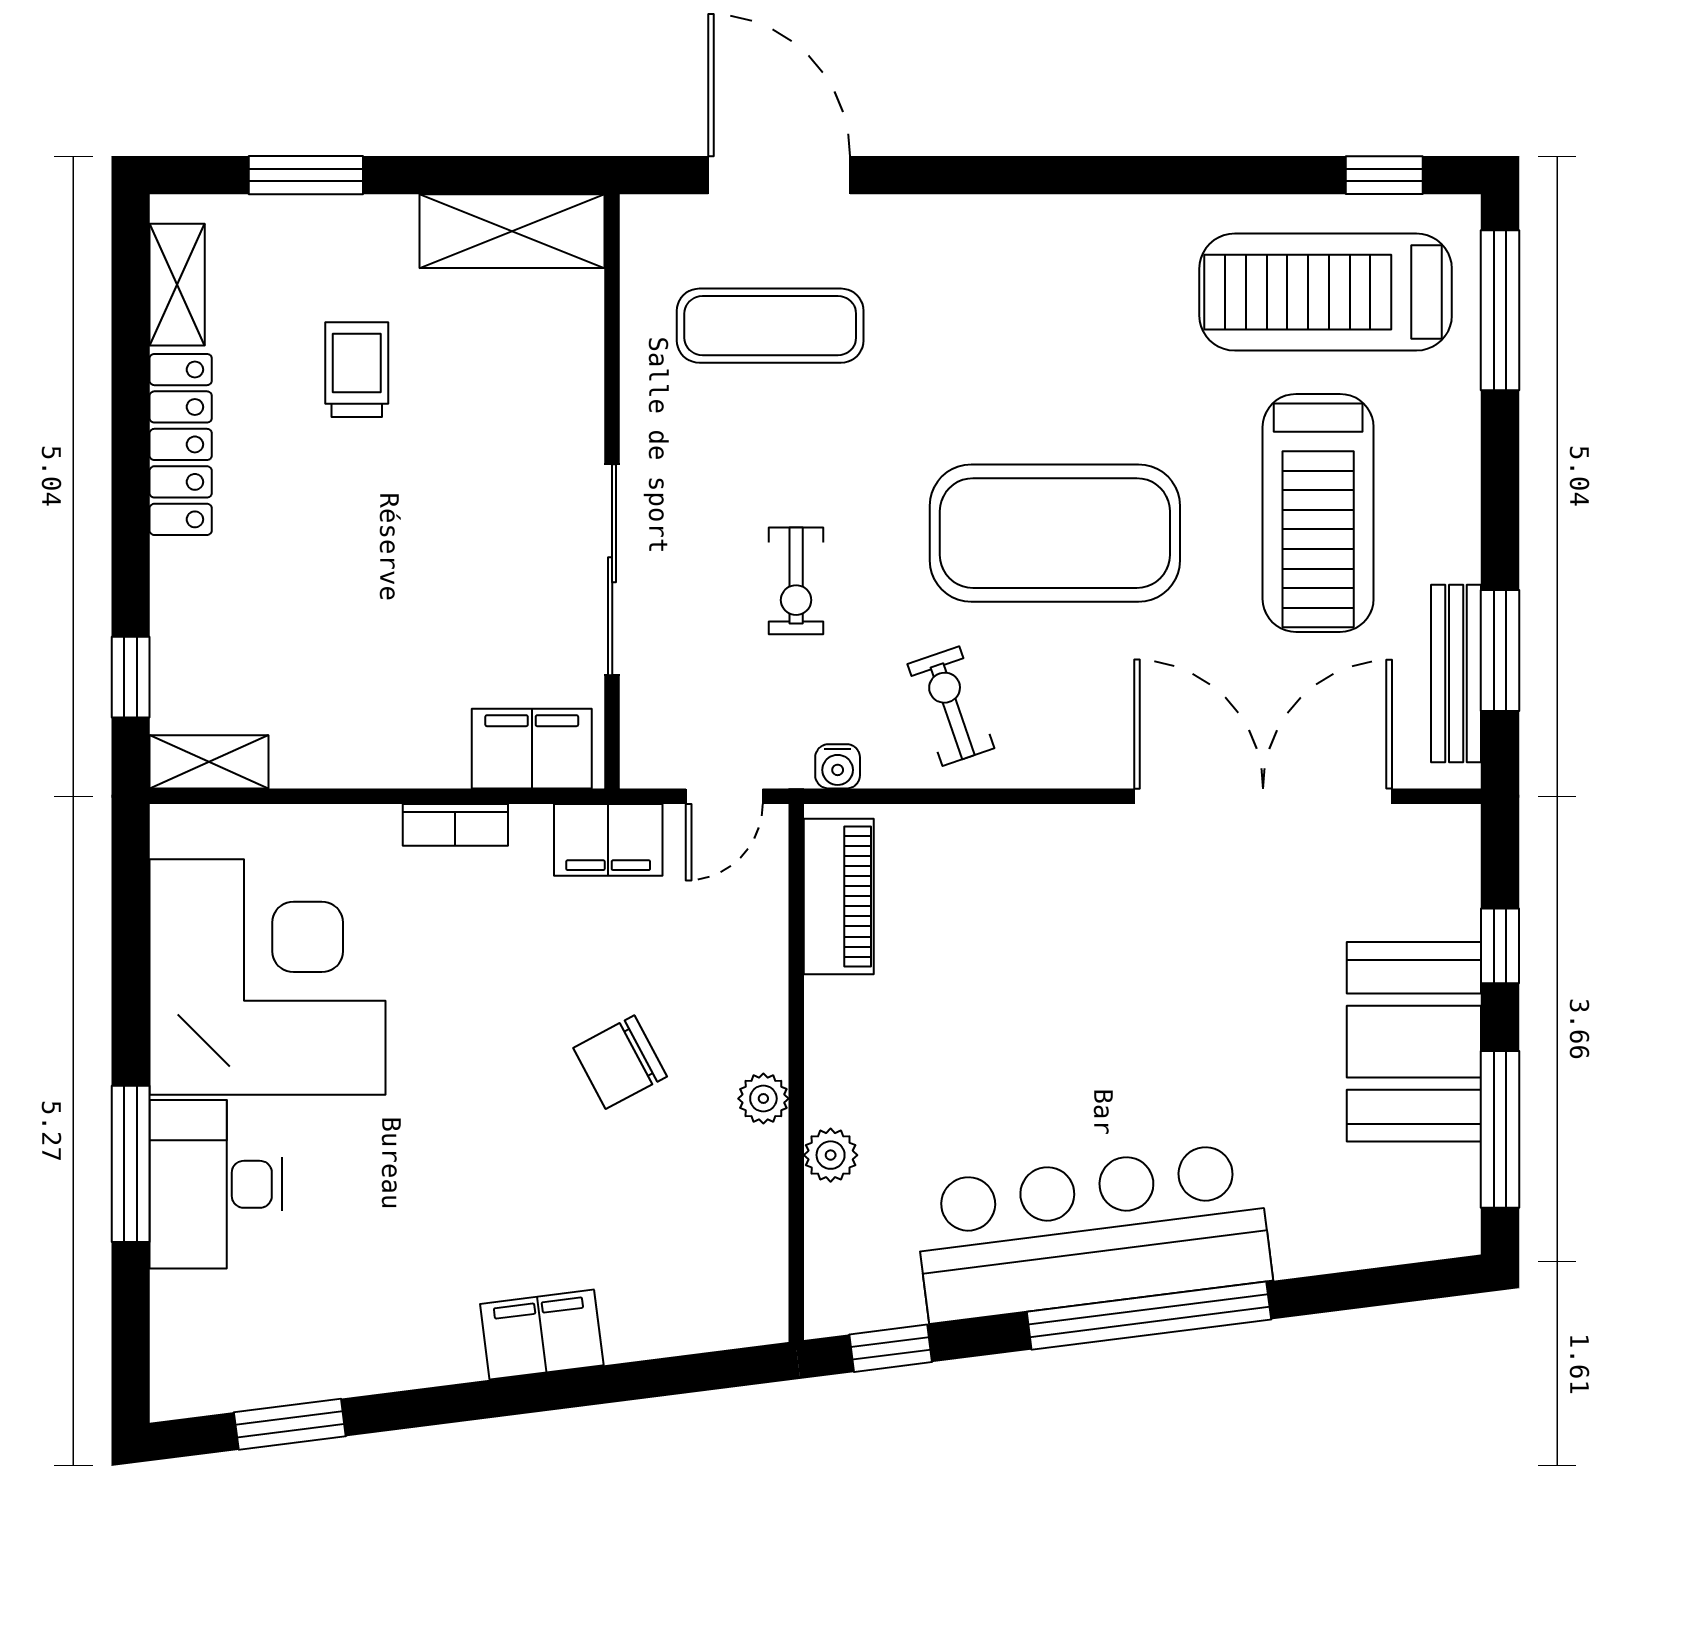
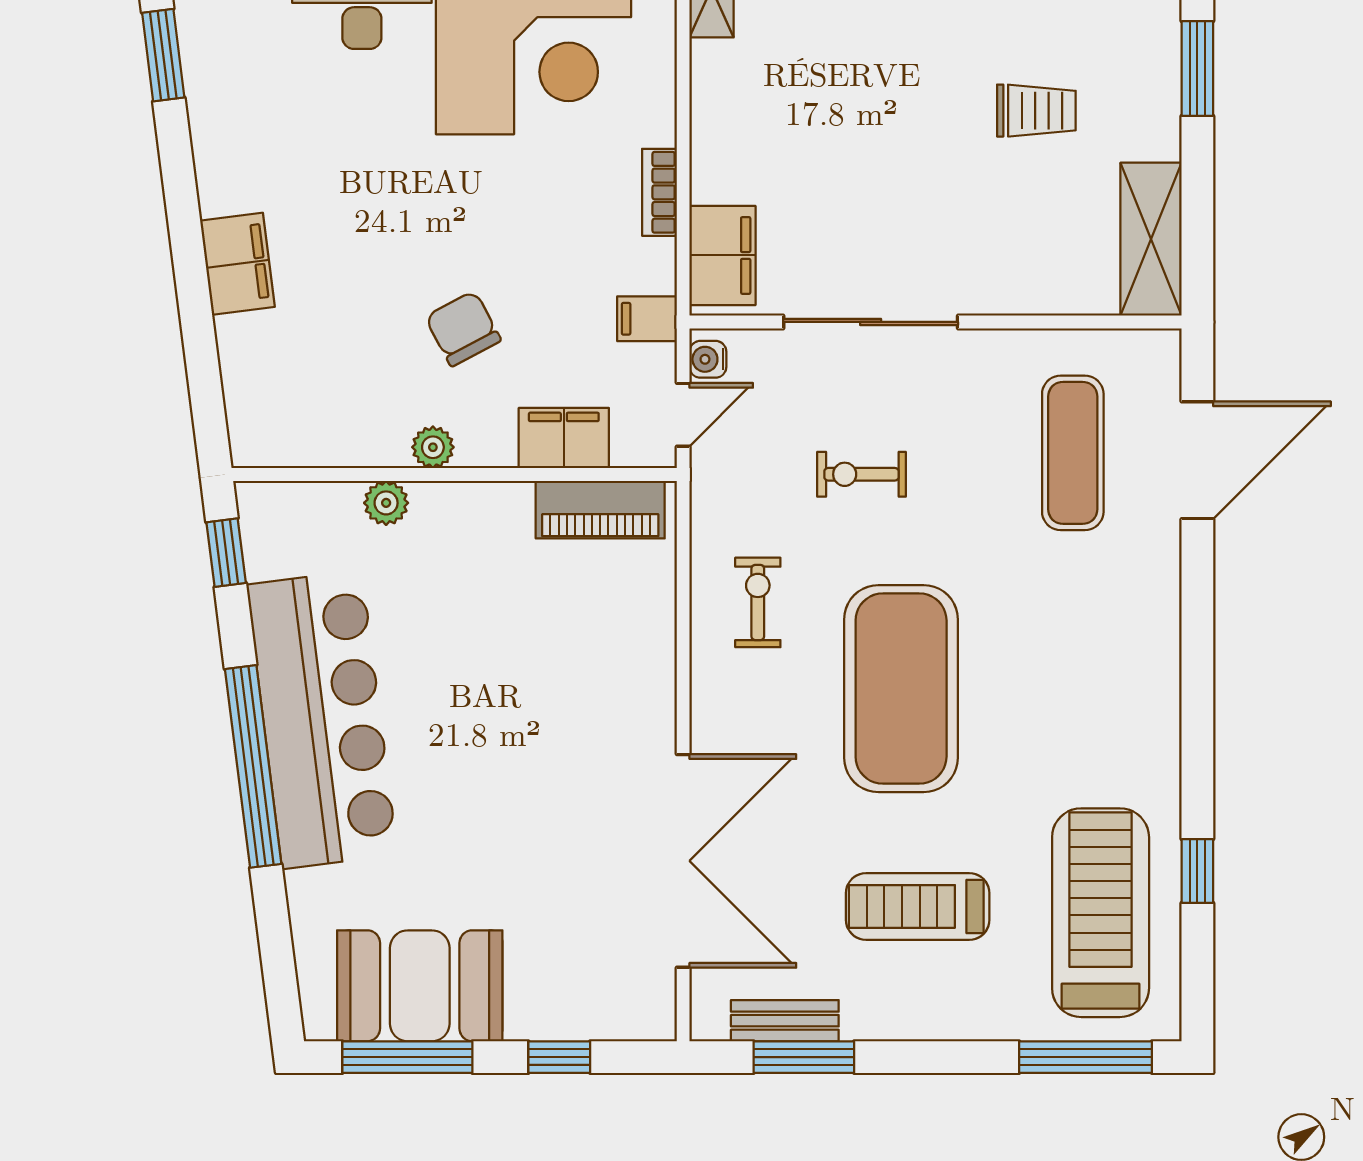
window: (1384, 175) -> (1197, 871), moved
treadmill: (1318, 513) -> (918, 906), width x0.73, depth x0.73
bench: (1456, 673) -> (785, 1021), width x0.73
exercise bike: (951, 706) -> (758, 602), turned -71
water cooler: (838, 766) -> (708, 359), moved
door: (724, 796) -> (683, 415), swing flipped
filing cabinet: (608, 840) -> (647, 319), width x0.50
filing cabinet: (752, 940) -> (564, 438), added
booth: (1414, 1042) -> (420, 986), moved

